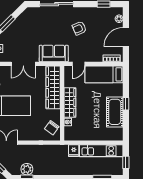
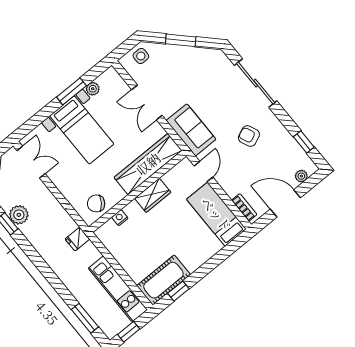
door: (78, 64) -> (203, 171), swing flipped
wardrobe: (70, 102) -> (153, 195), width x0.67
window: (126, 104) -> (178, 291), moved
cot: (115, 112) -> (163, 280), moved
fridge: (74, 151) -> (77, 239), moved

